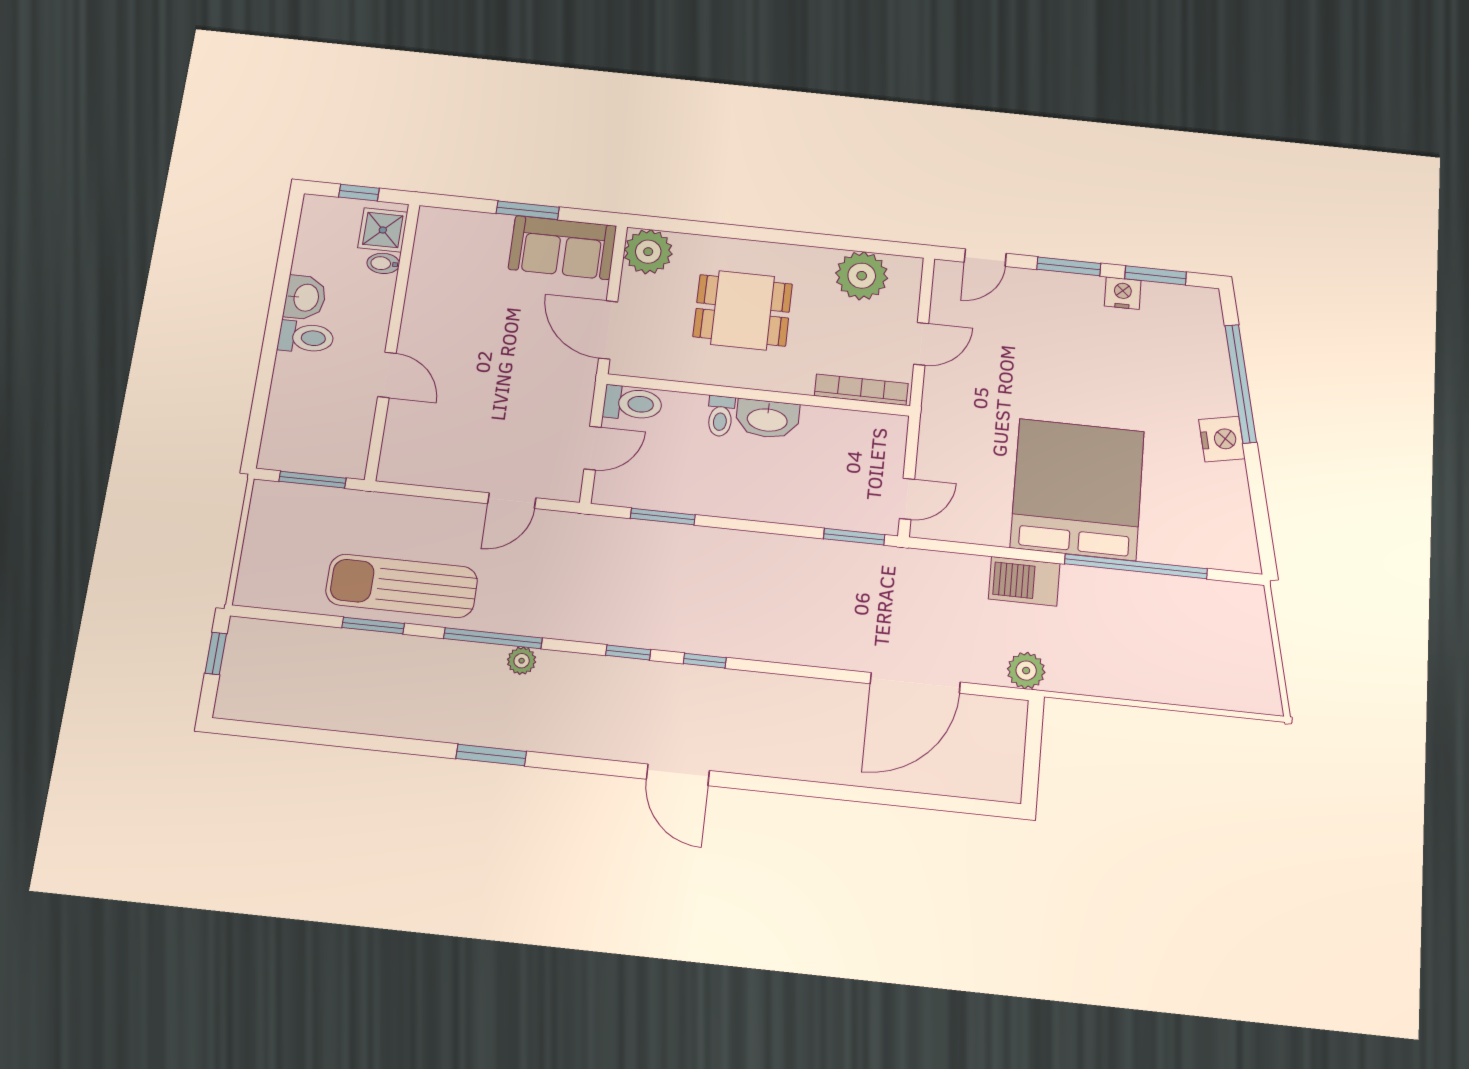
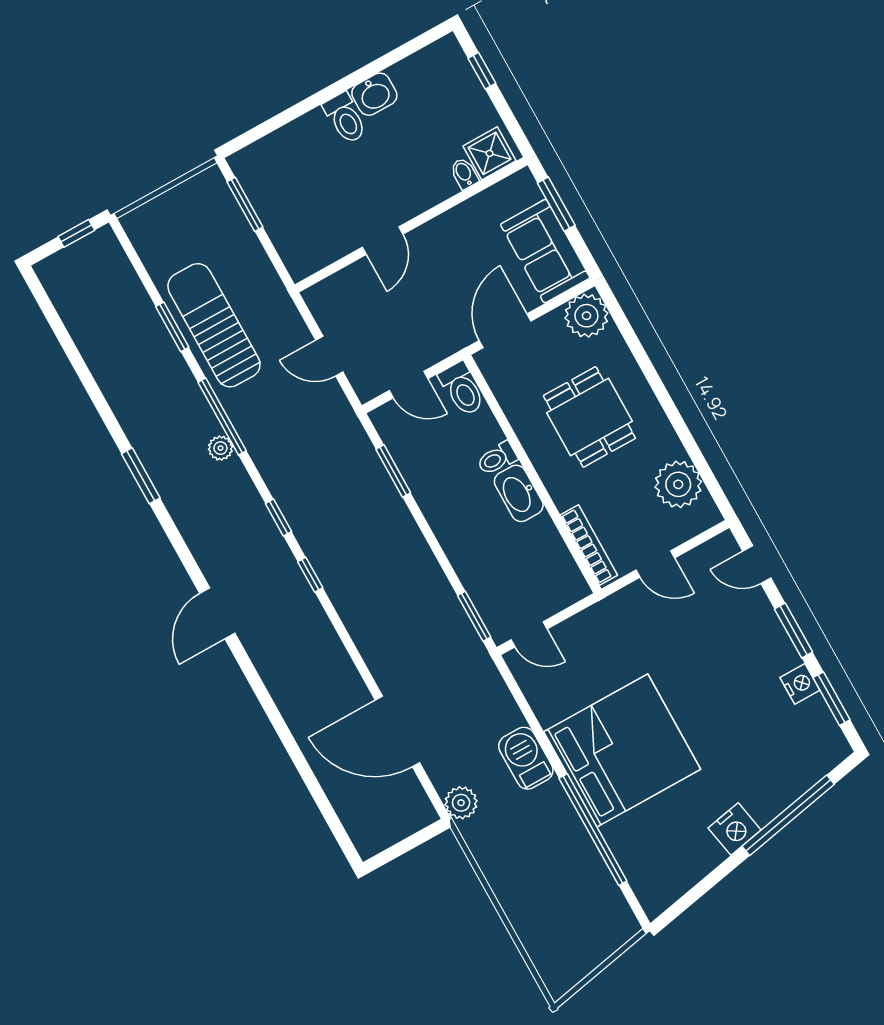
shower: (383, 230) -> (490, 153), moved
bidet: (383, 263) -> (464, 173), moved
wall: (392, 340) -> (411, 225), moved
door: (387, 375) -> (382, 241), moved

